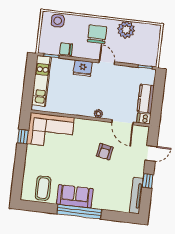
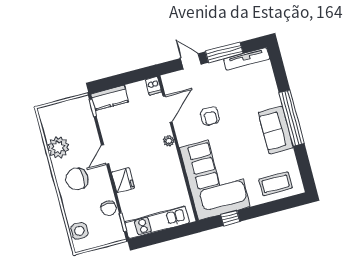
kitchen counter: (146, 98) -> (110, 98), moved
corner sofa: (50, 131) -> (215, 177), width x1.36, depth x1.36
armchair: (105, 152) -> (210, 116), turned 79
window: (148, 181) -> (224, 52), width x2.17
coffee table: (43, 188) -> (276, 184), moved

